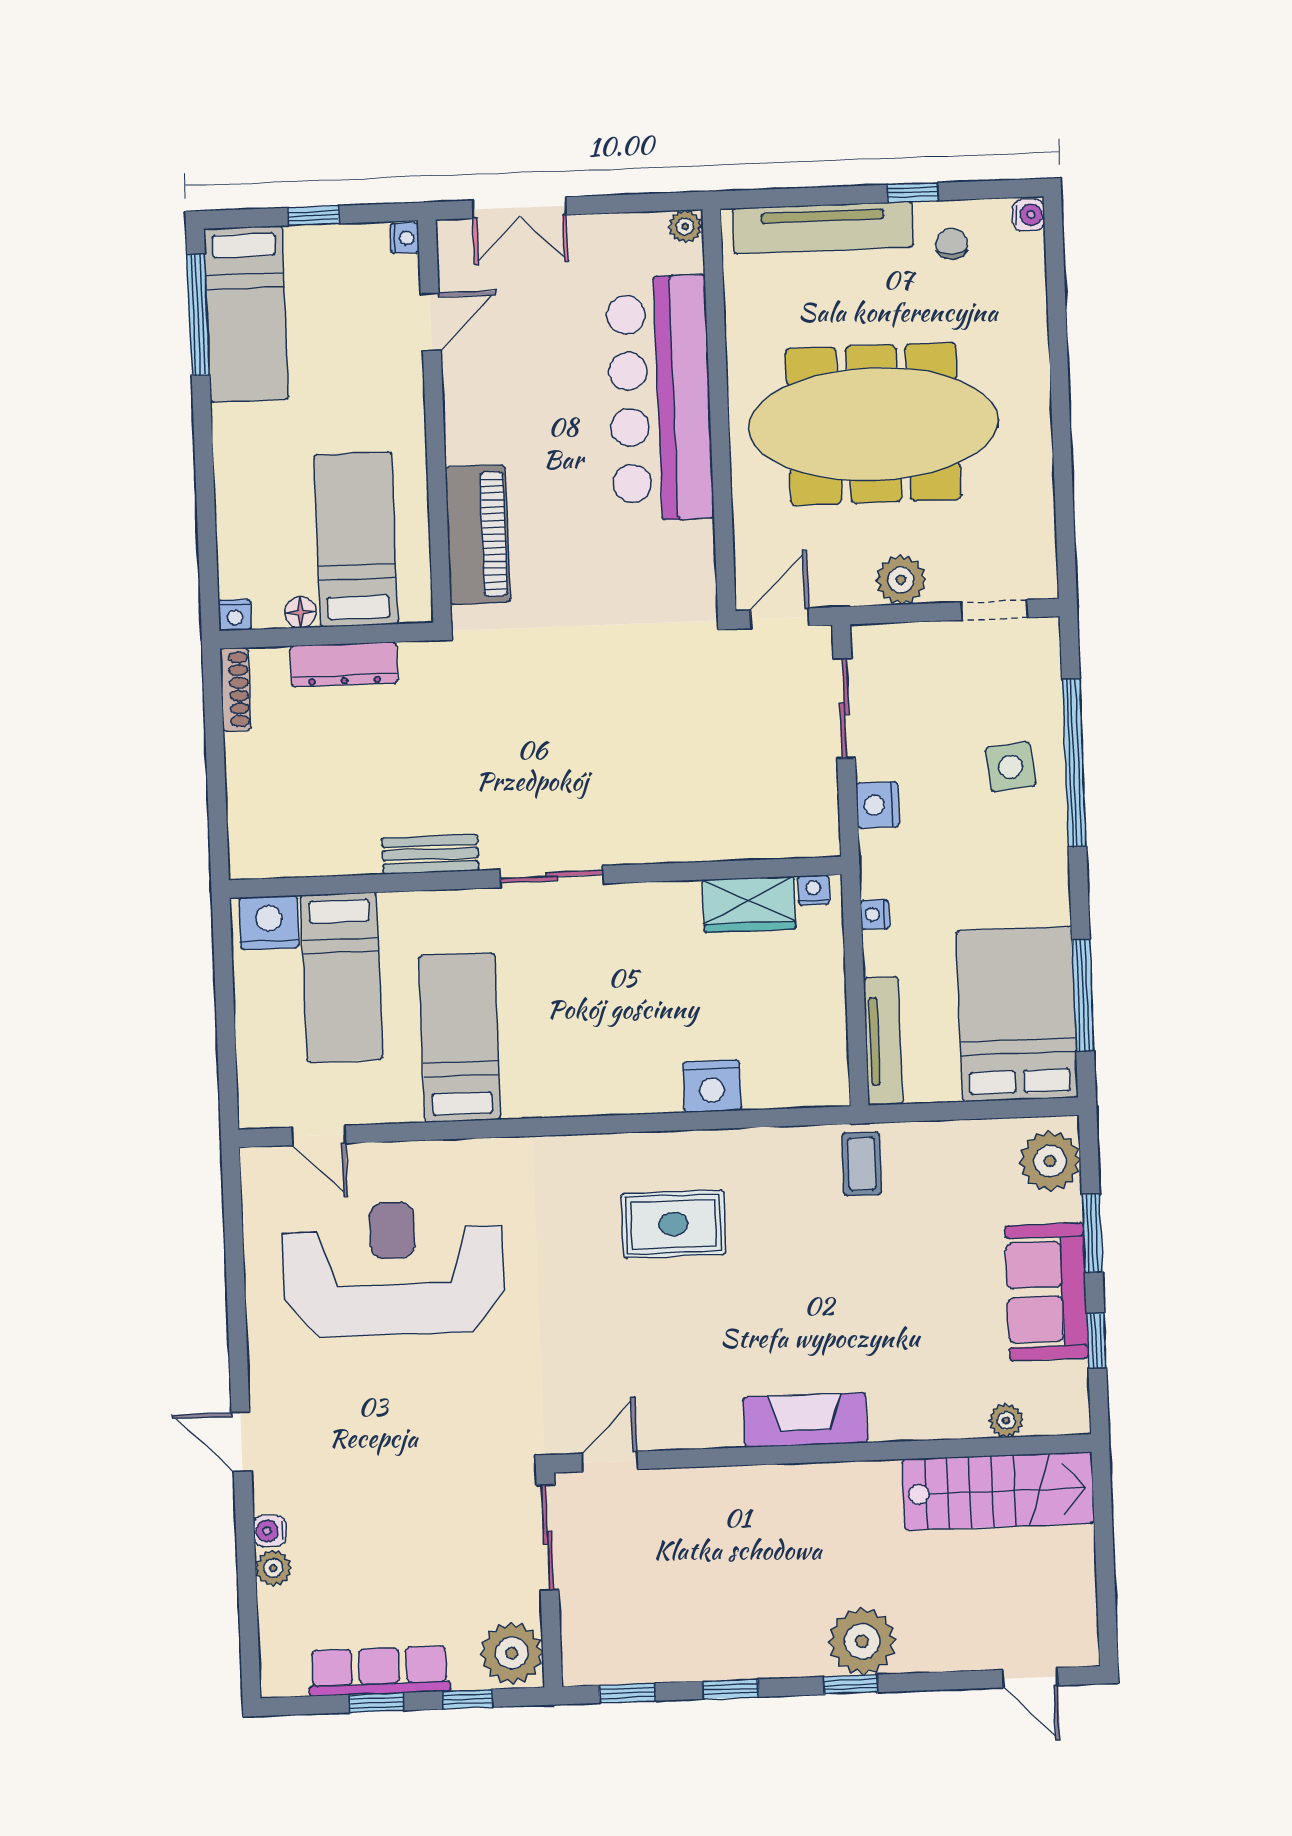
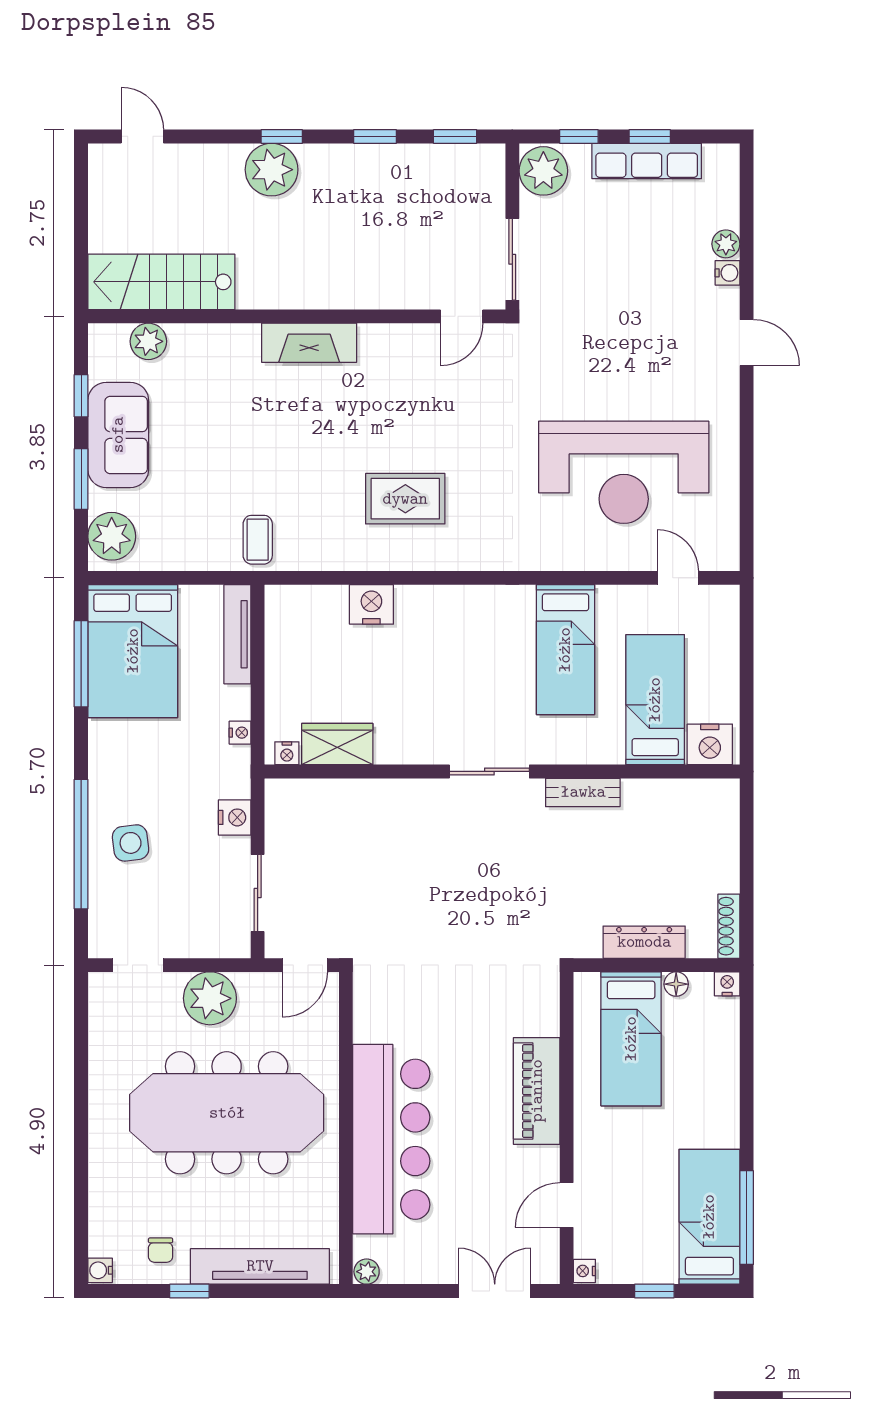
piano: (478, 535) -> (537, 1091), moved
plant: (901, 580) -> (210, 998), width x1.36, depth x1.36
plant: (1006, 1420) -> (148, 341), width x1.38, depth x1.38

